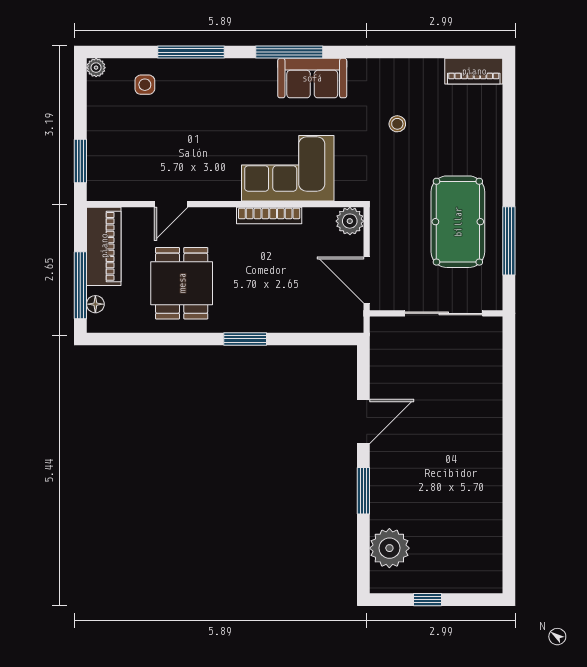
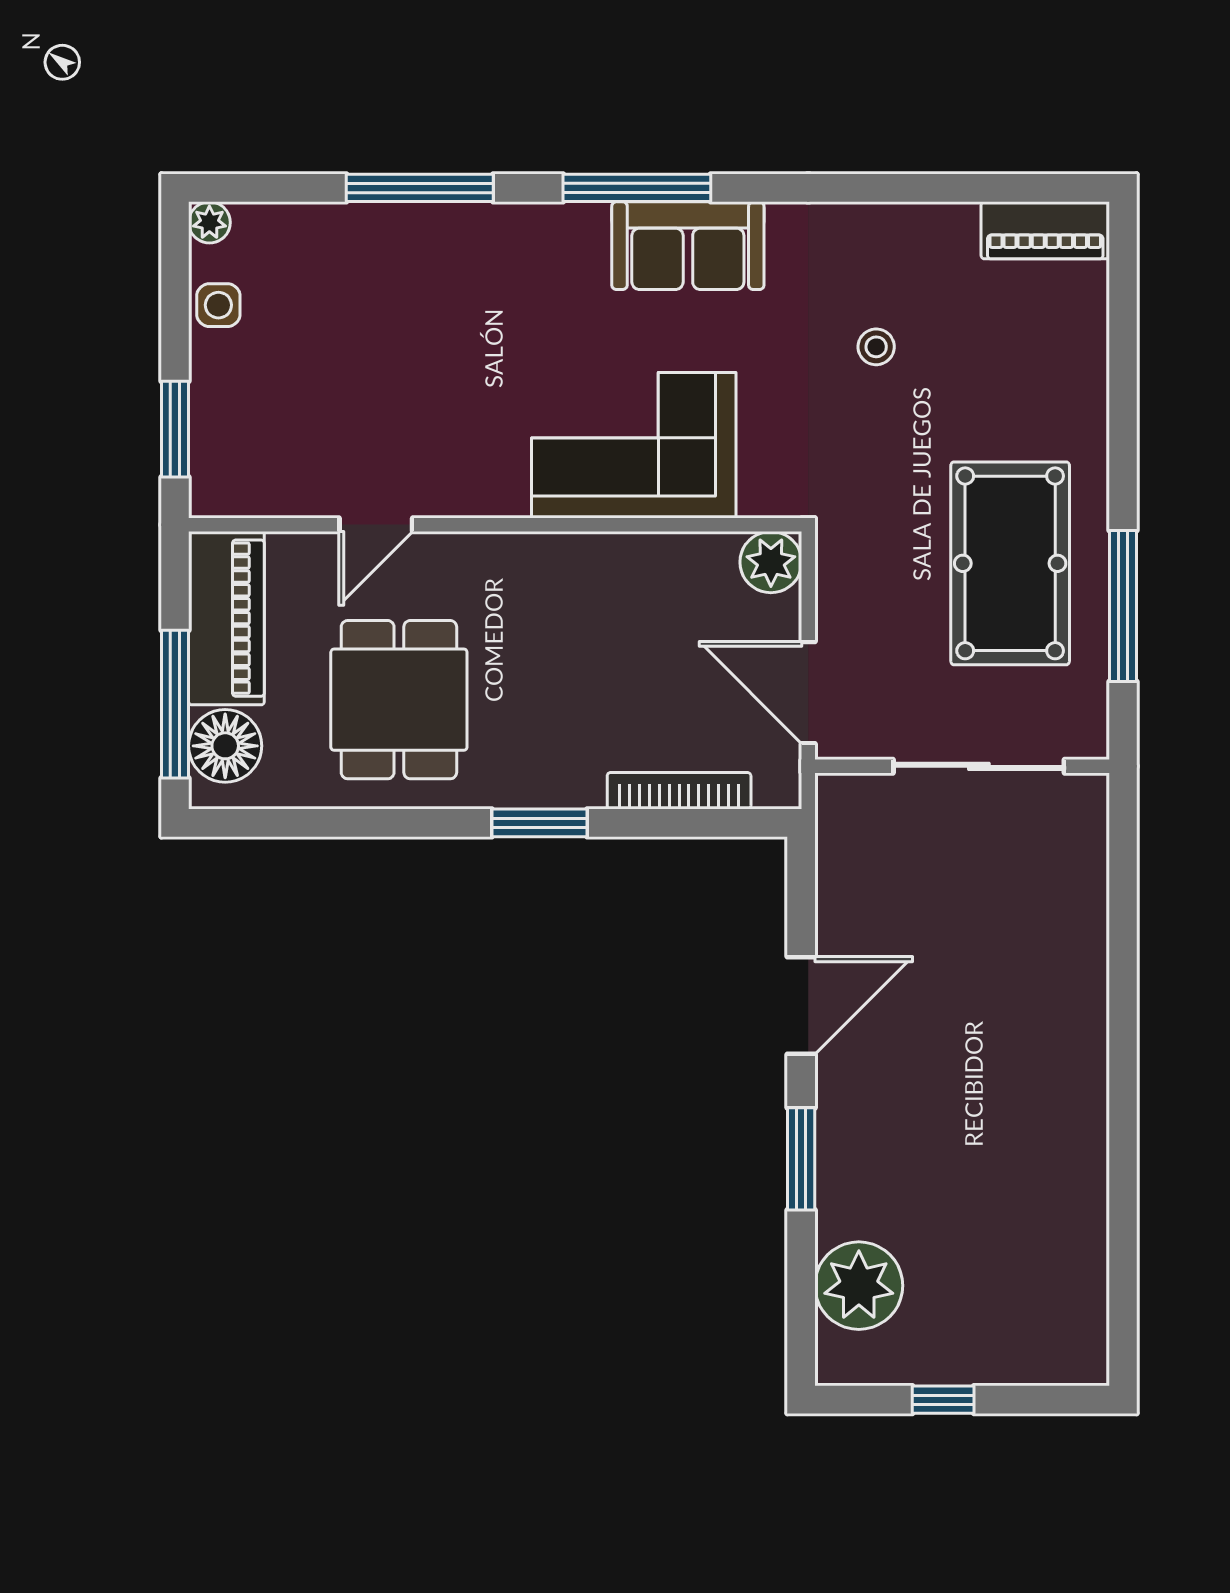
side table: (145, 85) -> (218, 305), moved
bookcase: (269, 215) -> (679, 791), moved, turned 180
floor lamp: (95, 304) -> (225, 746), width x1.89, depth x1.89

